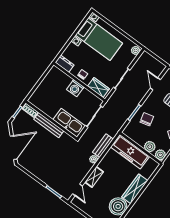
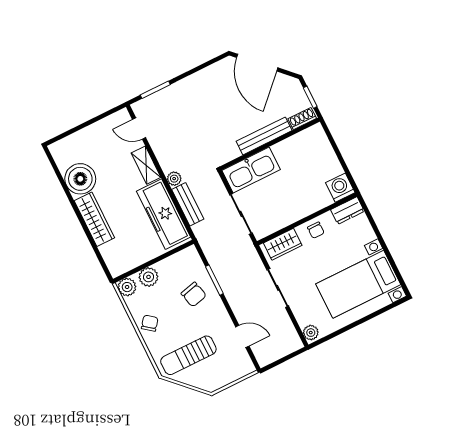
washing machine: (75, 88) -> (340, 188), moved
freezer: (130, 152) -> (163, 214), moved, turned -90

